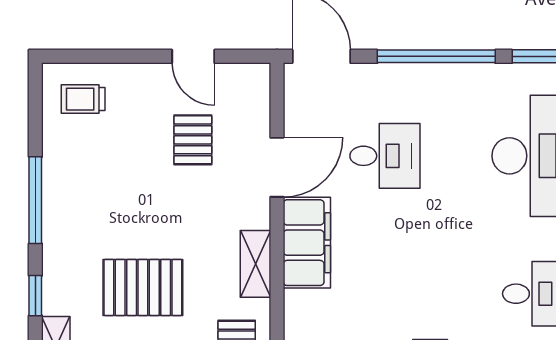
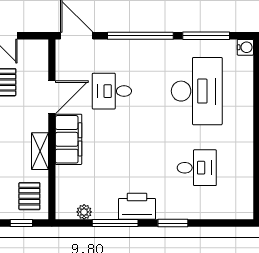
desk: (385, 156) -> (112, 91), turned 180

